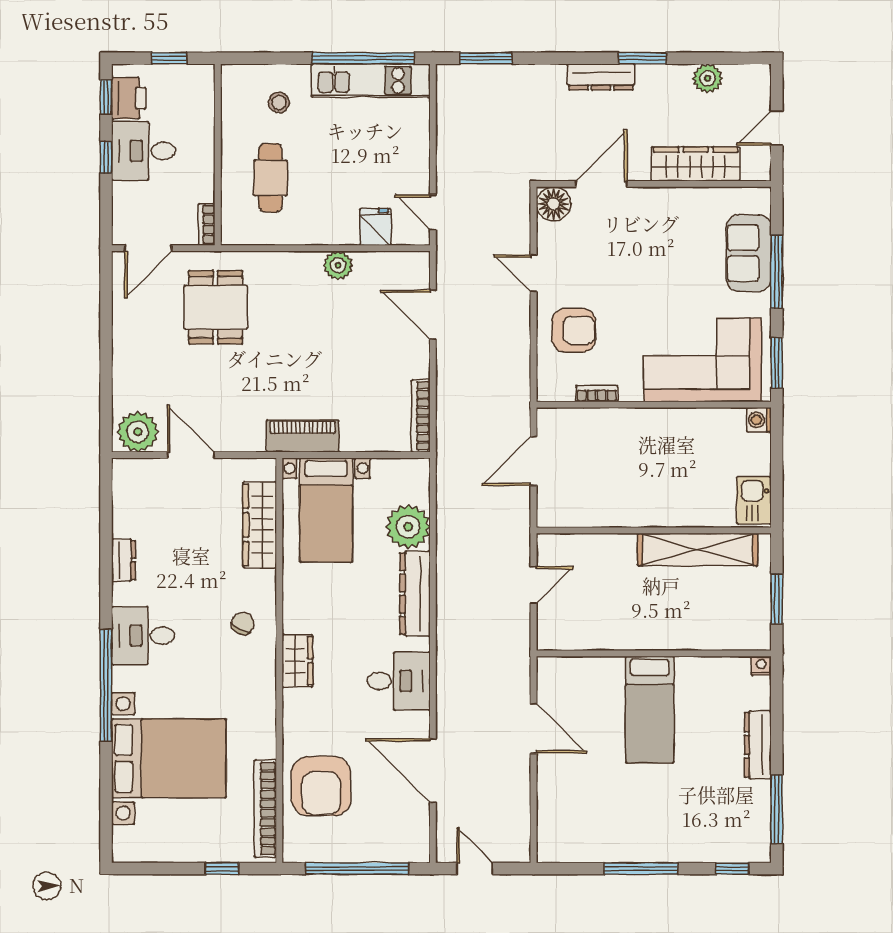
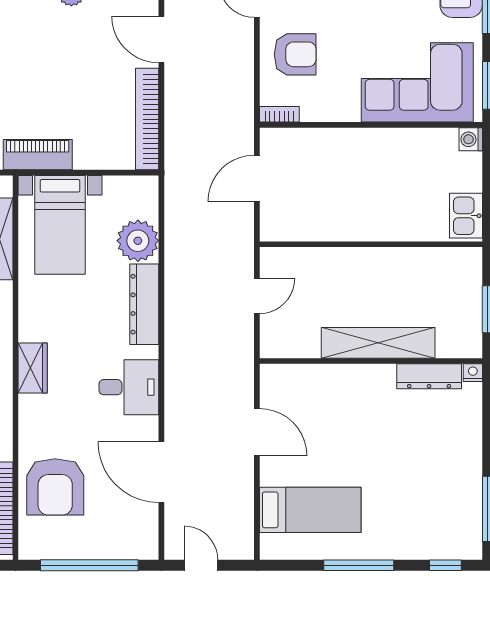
bookcase: (597, 394) -> (279, 114), moved
bookcase: (421, 416) -> (147, 119), width x1.48, depth x1.31
shelving: (698, 550) -> (378, 343), moved
bed: (650, 710) -> (310, 510), moved, turned -90
dresser: (758, 745) -> (429, 376), moved, turned -90

